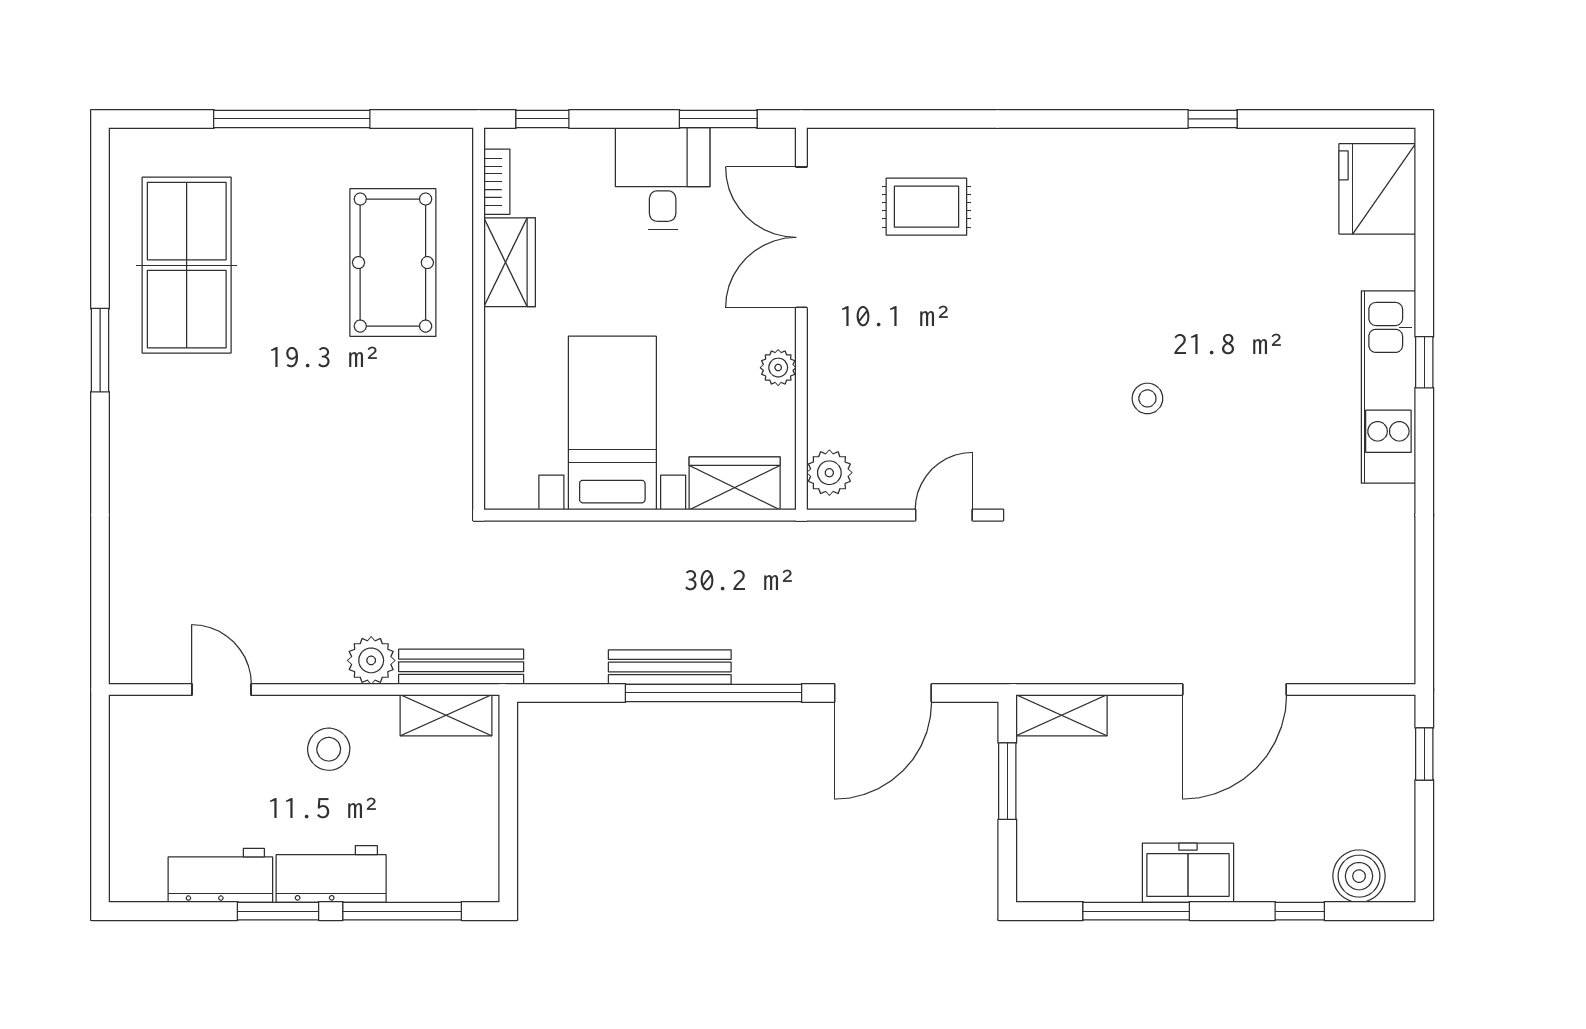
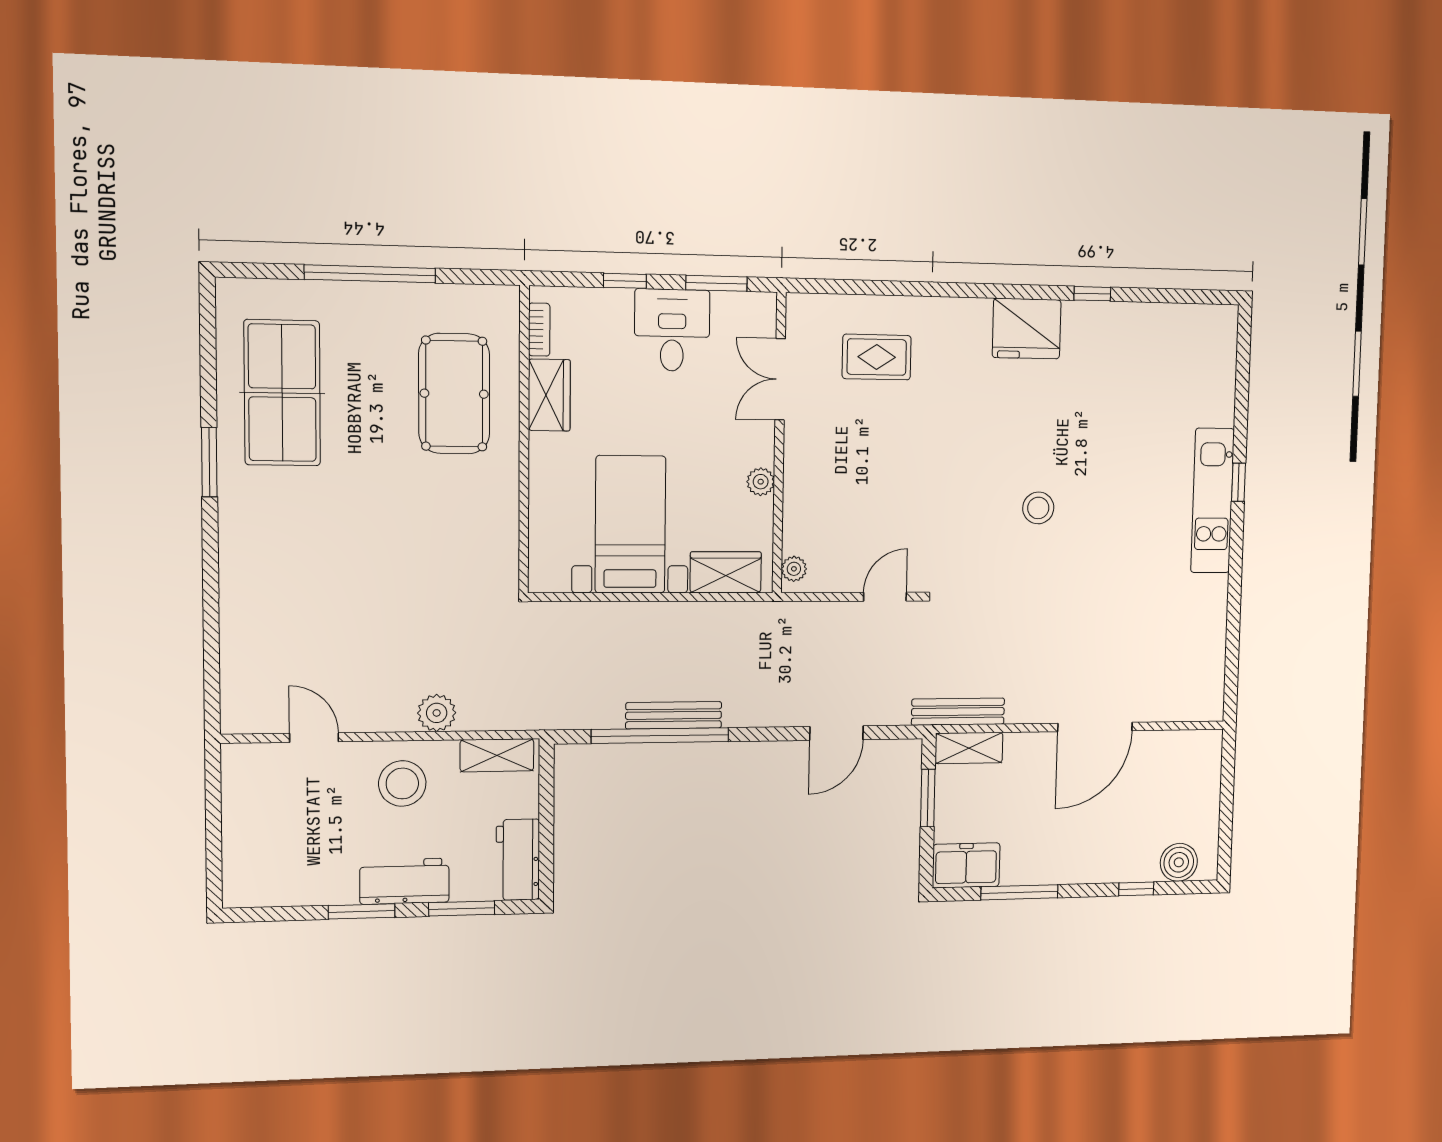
window: (542, 119) -> (625, 281), moved
fridge: (1377, 189) -> (1027, 329), moved, turned -90
double door: (801, 237) -> (780, 379), width x0.73
stool: (1147, 398) -> (1038, 508), width x1.37, depth x1.37
plant: (829, 473) -> (794, 569), width x0.73, depth x0.73
bench: (461, 667) -> (958, 712), moved
window: (714, 693) -> (660, 736), moved
door: (883, 693) -> (836, 733), width x0.73
stool: (329, 749) -> (402, 784), width x1.38, depth x1.38
window: (1424, 754) -> (1228, 772), removed
freezer: (1188, 873) -> (966, 865), moved
workbench: (220, 875) -> (518, 860), moved, turned -90
window: (402, 911) -> (462, 909), width x0.69

